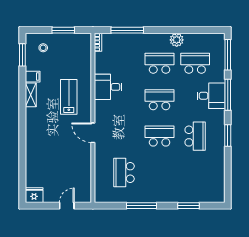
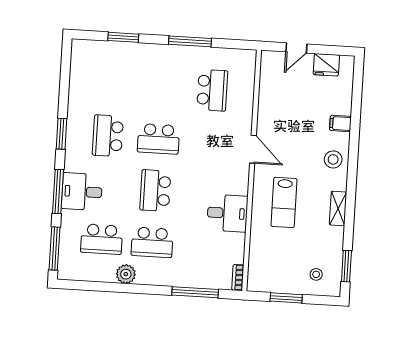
filing cabinet: (33, 77) -> (340, 123), moved
school desk: (160, 100) -> (155, 191), turned 90
stool: (36, 129) -> (333, 159), added
fridge: (34, 195) -> (326, 65), moved

